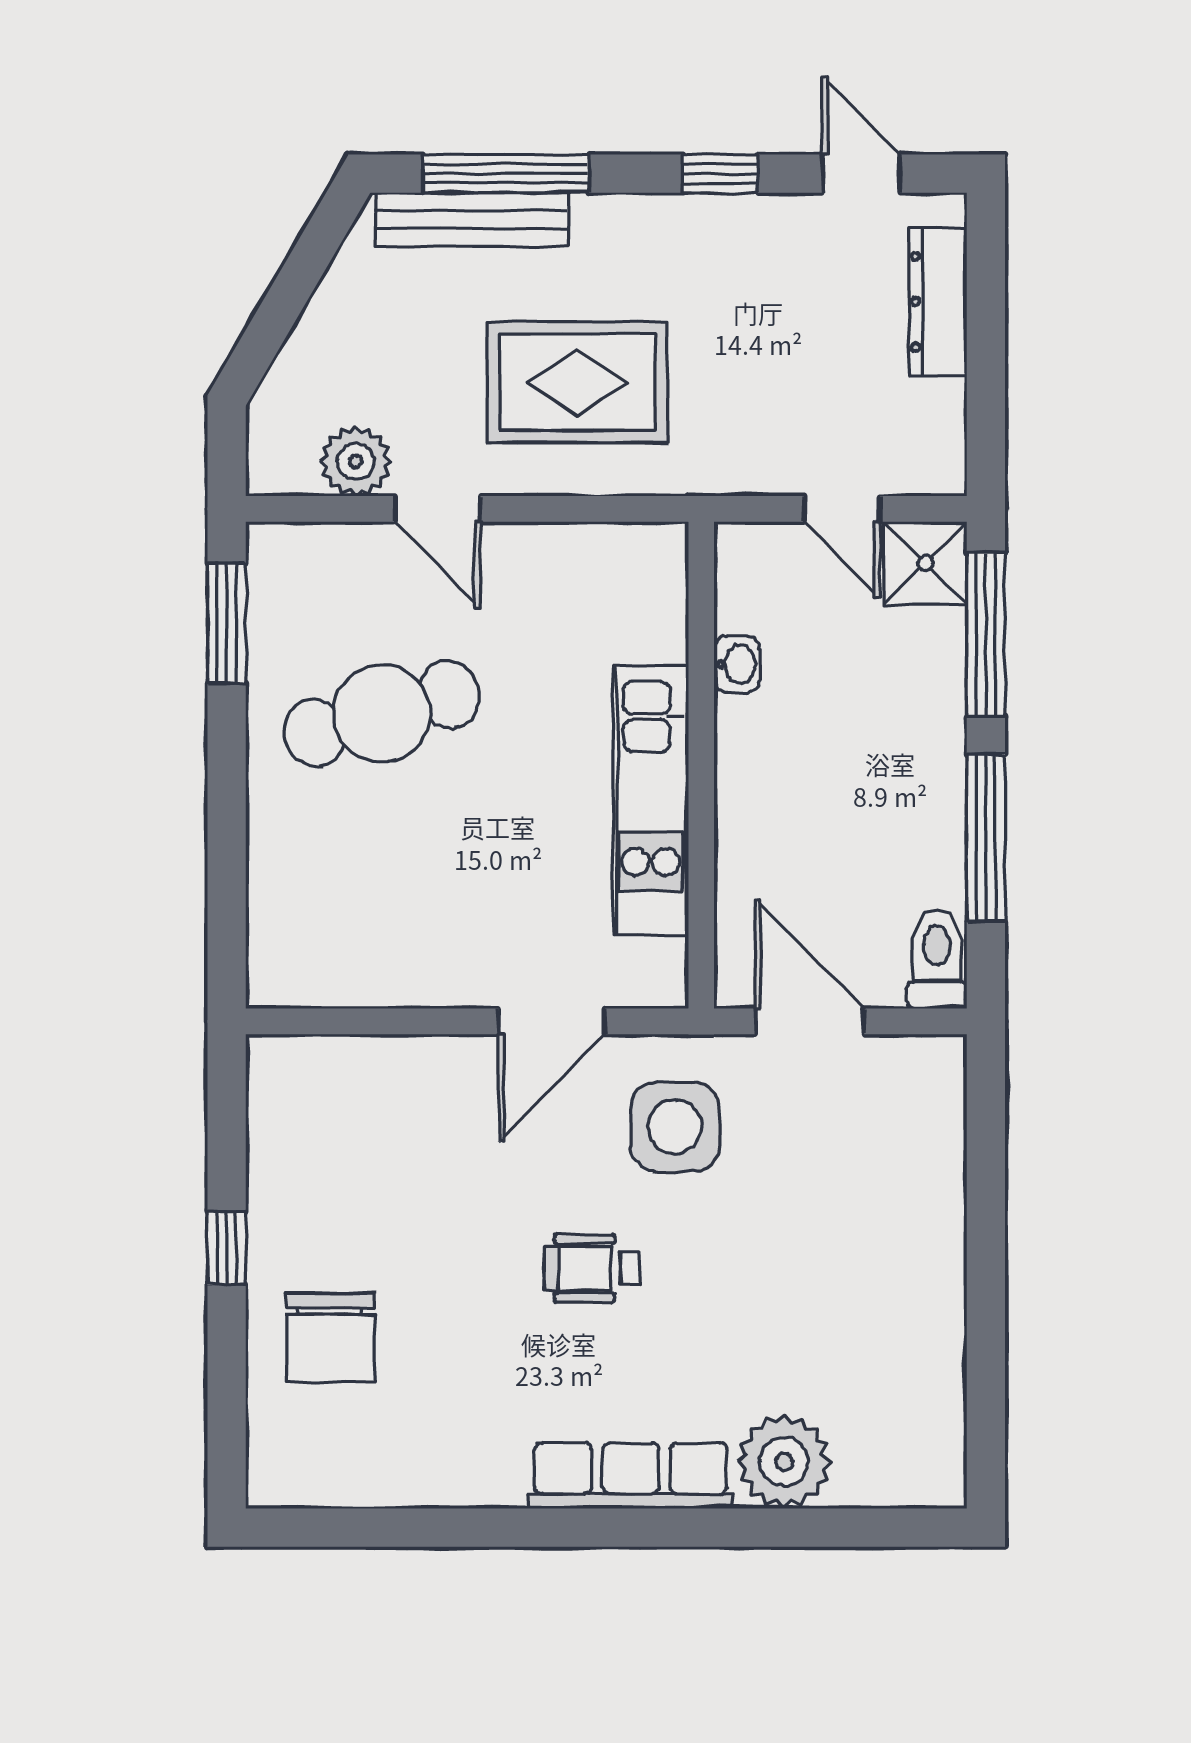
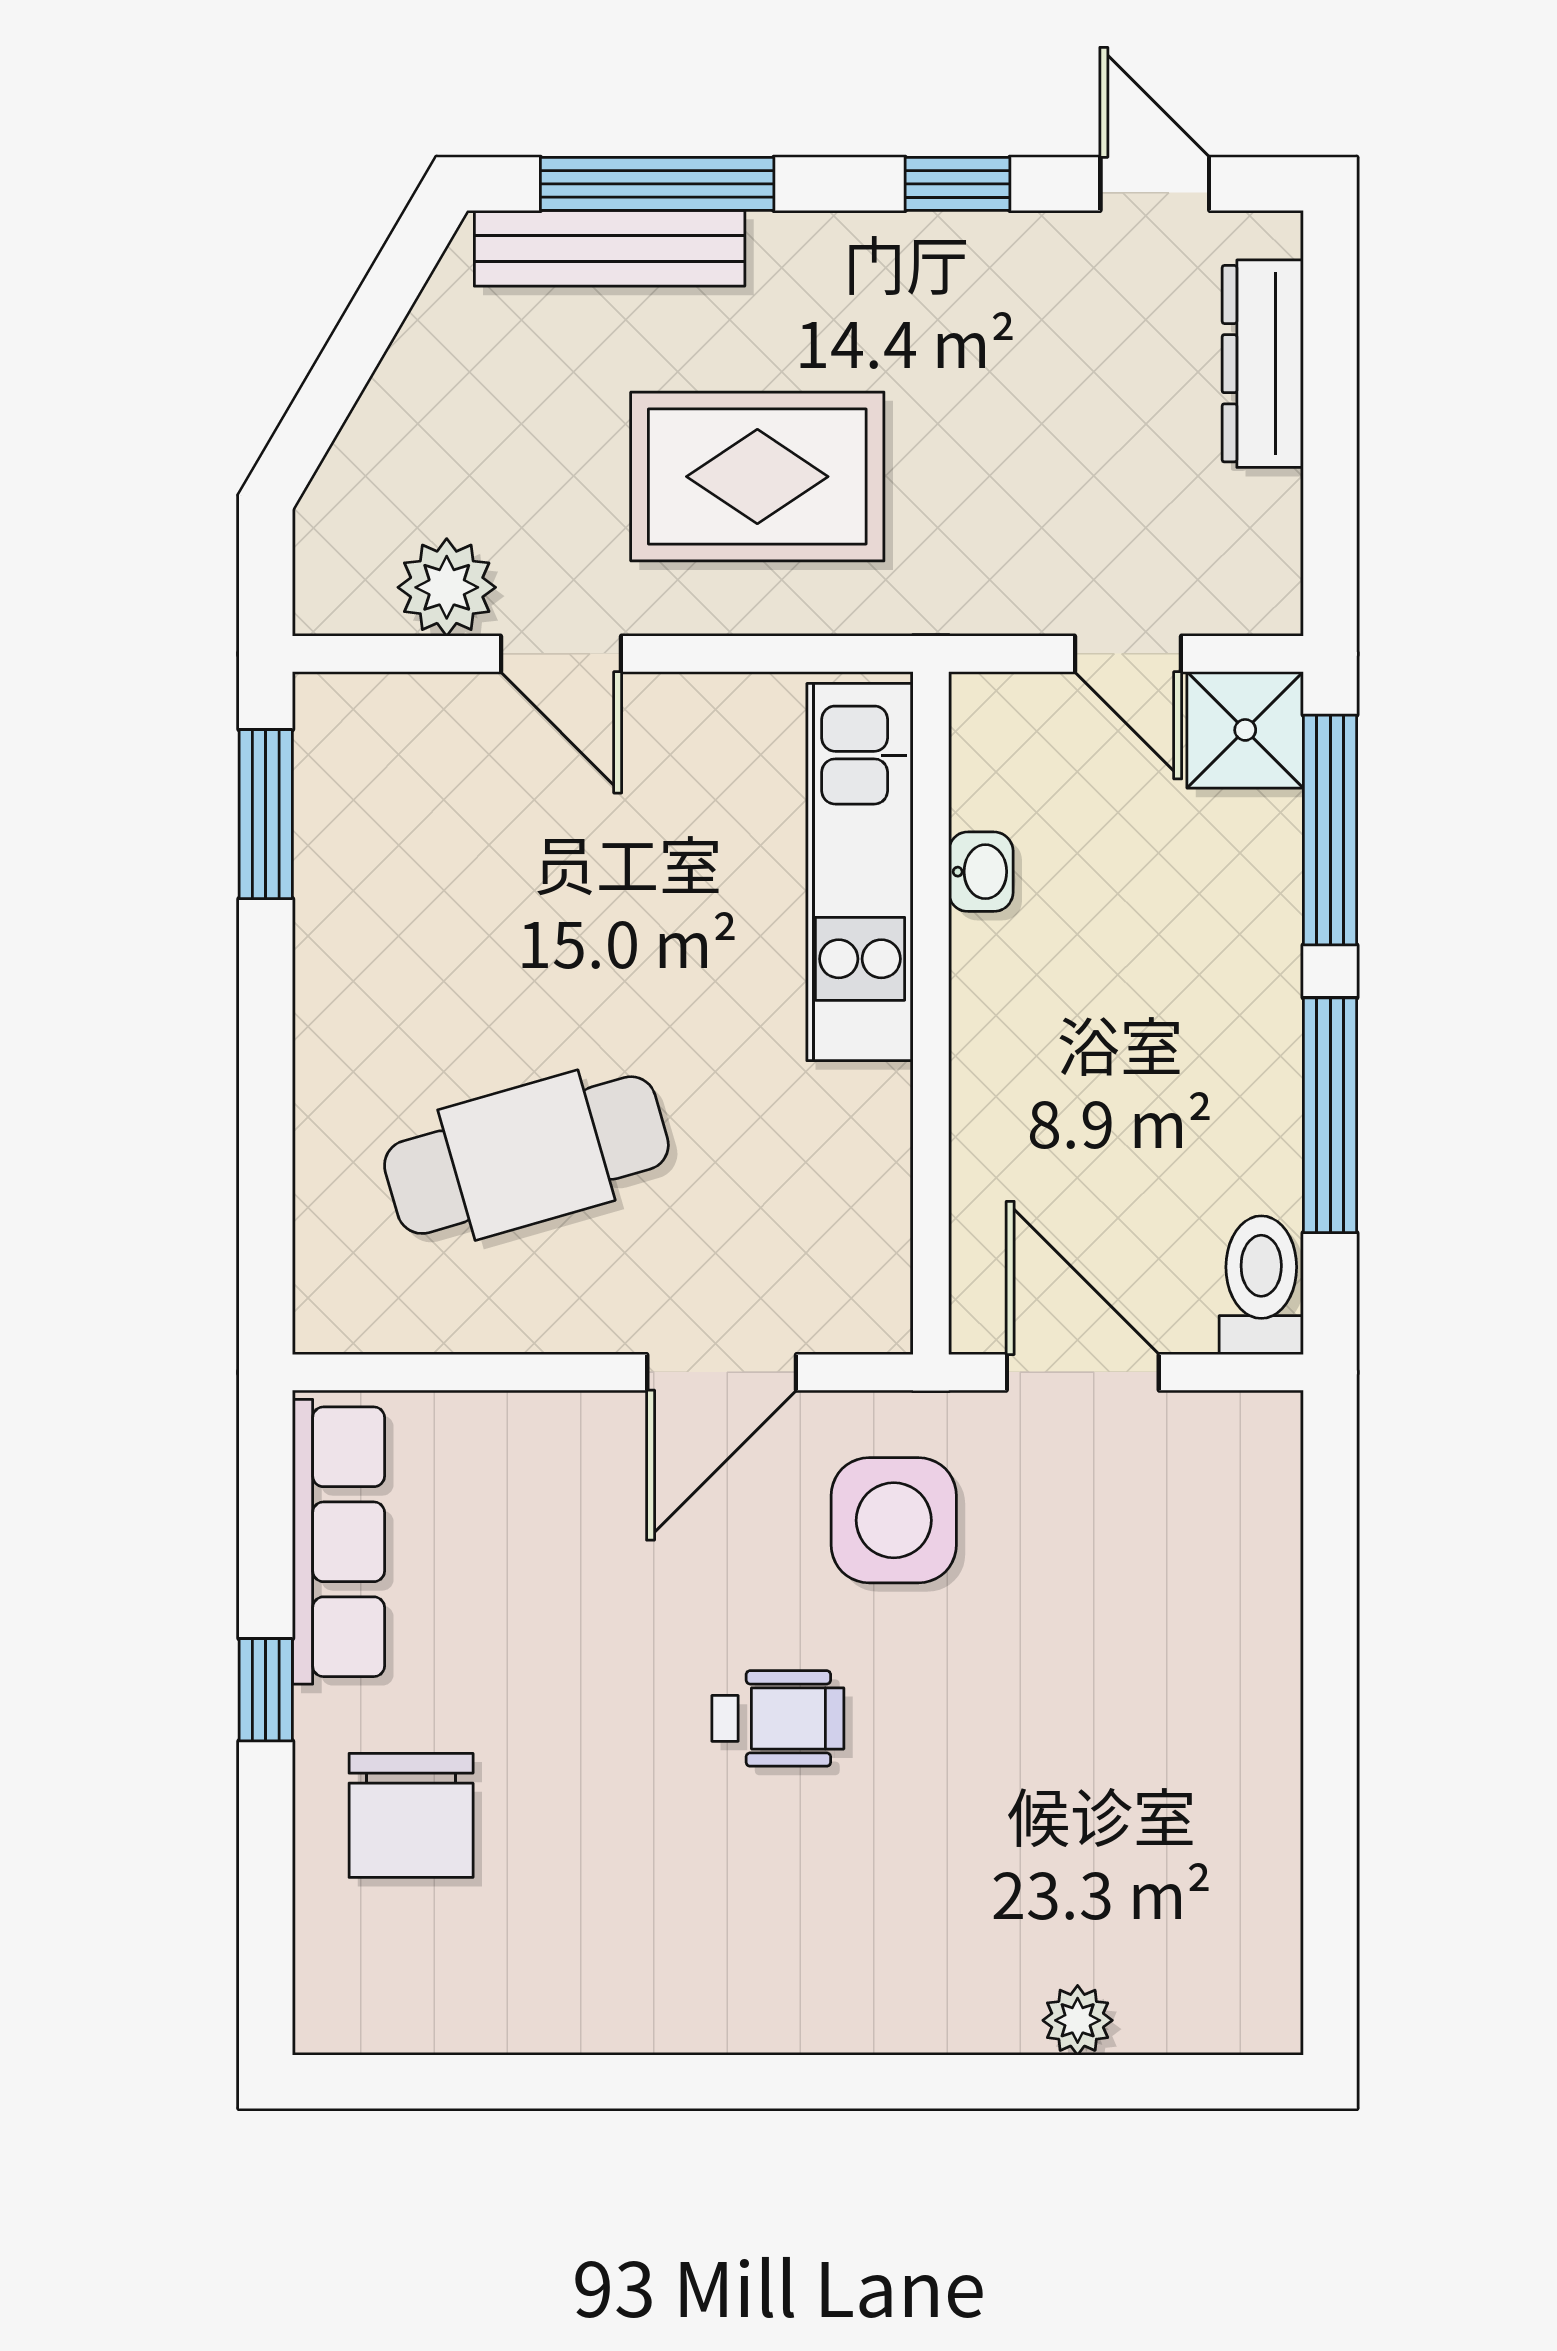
cafe table: (382, 714) -> (526, 1155), moved
kitchen unit: (651, 800) -> (860, 872), moved
wheelchair: (592, 1268) -> (778, 1718), turned 180
plant: (784, 1462) -> (1078, 2020), width x0.53, depth x0.53
row of seats: (631, 1476) -> (338, 1542), moved, turned 90

